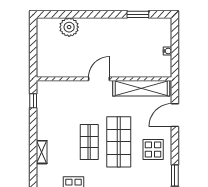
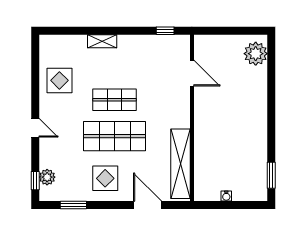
window: (138, 14) -> (271, 175), moved
plant: (69, 27) -> (256, 54), moved
door: (99, 79) -> (192, 73), moved

